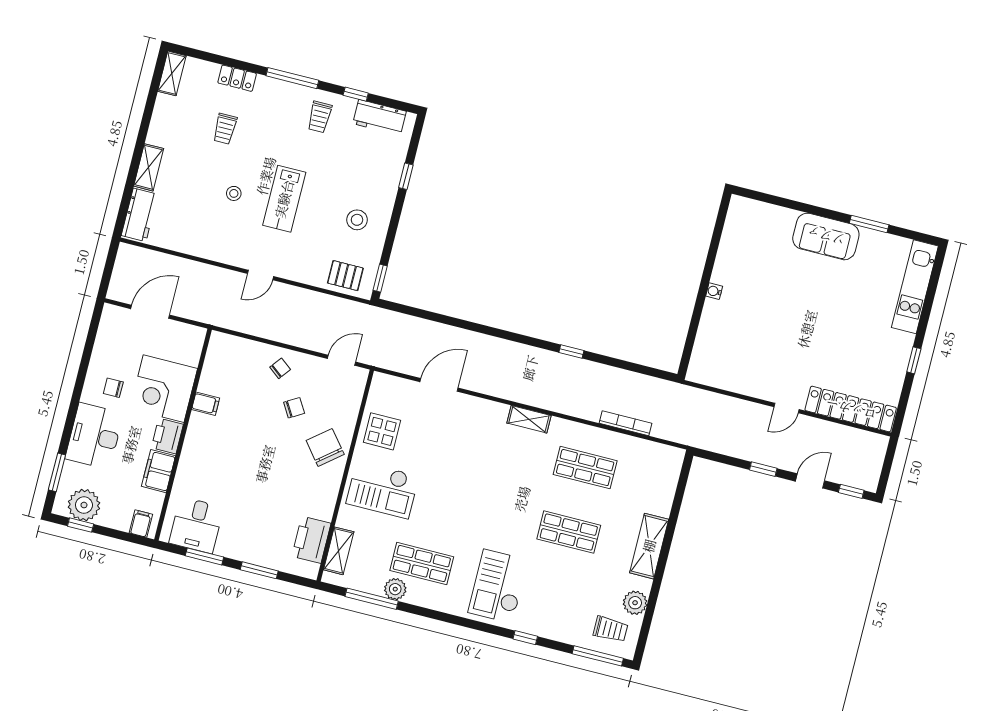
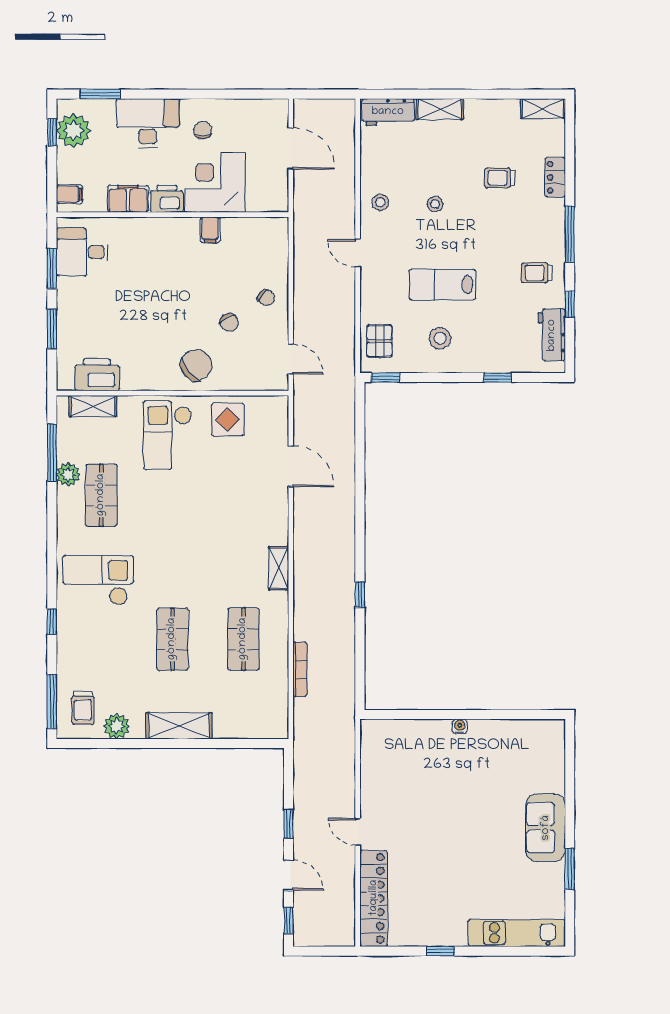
lab bench: (284, 199) -> (442, 285), moved
stool: (220, 243) -> (380, 202), added

